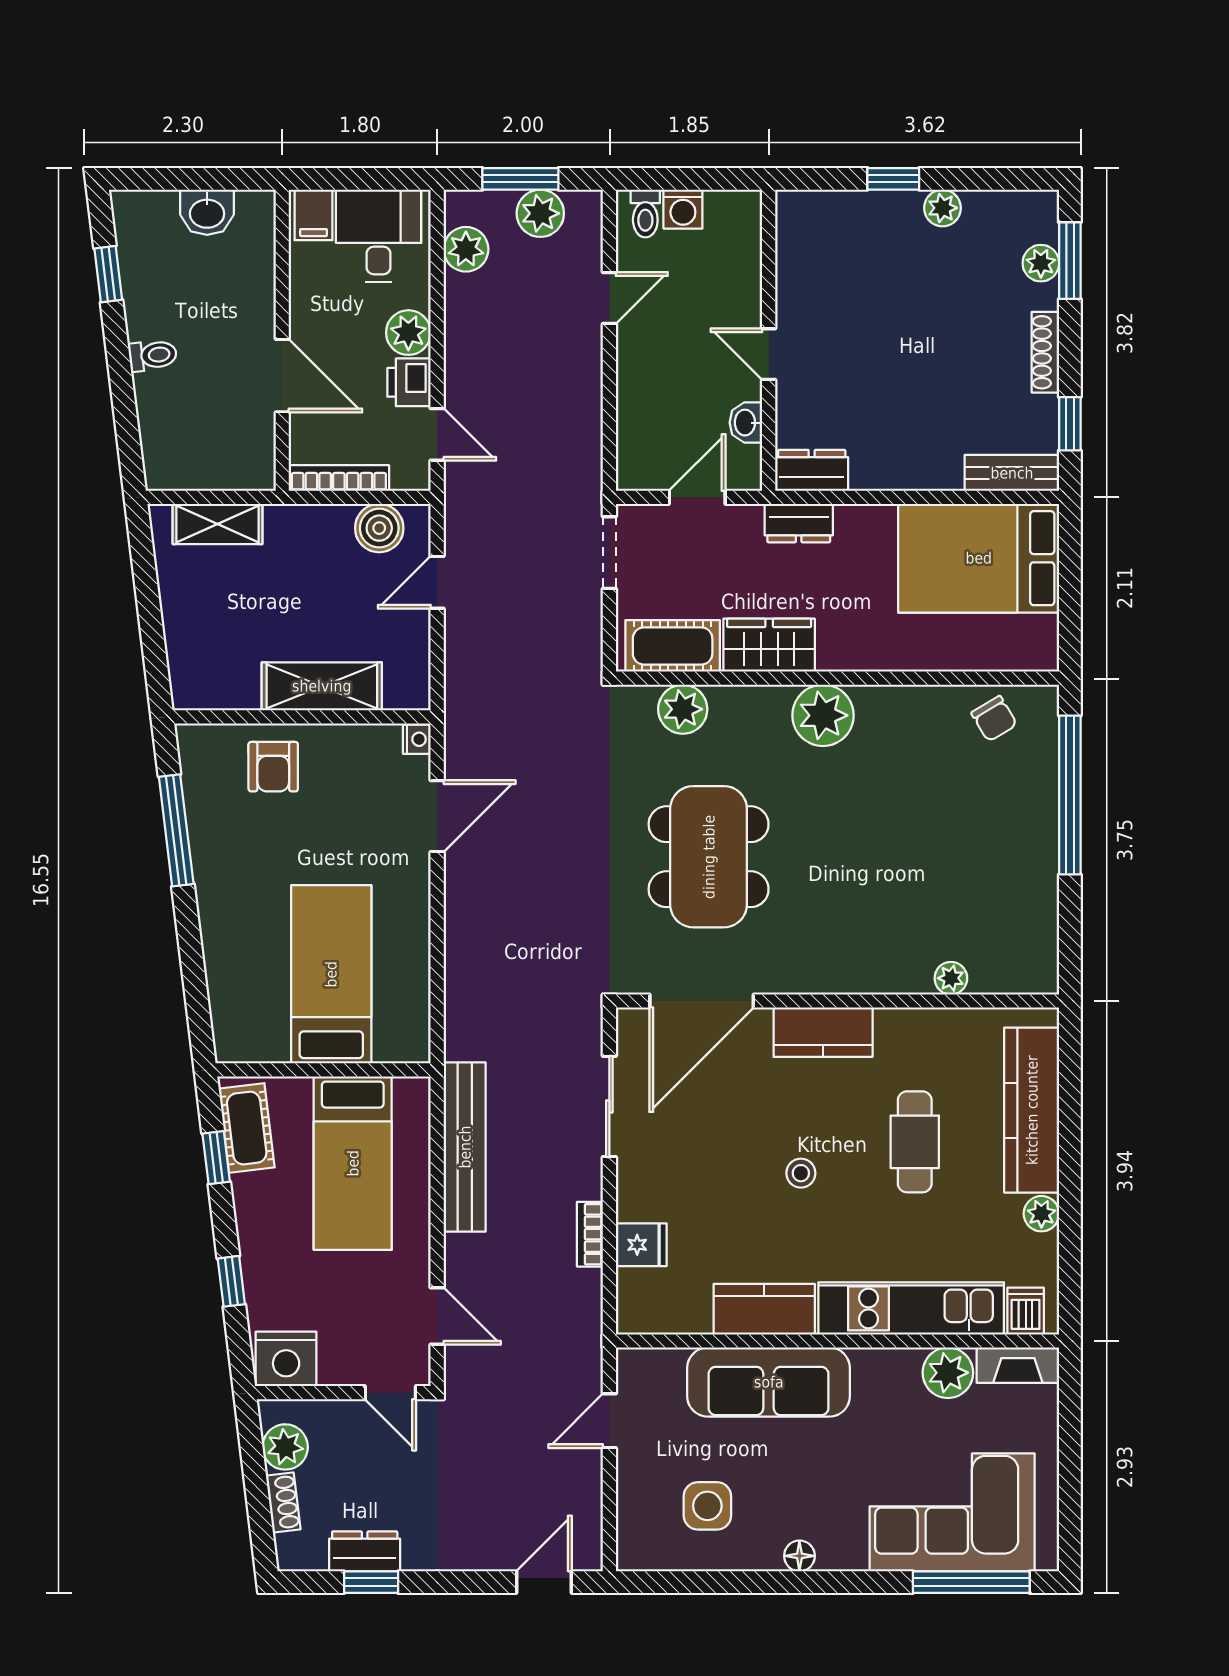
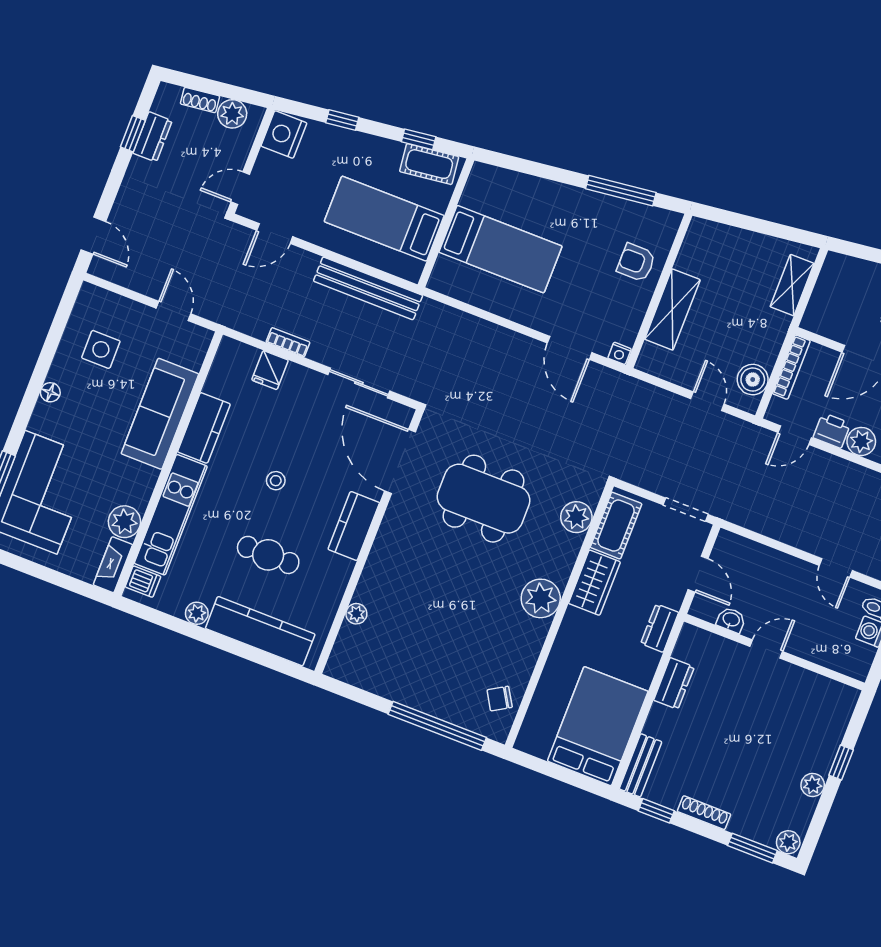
plant: (1041, 263) -> (788, 842), moved
dresser: (812, 470) -> (674, 683), moved

